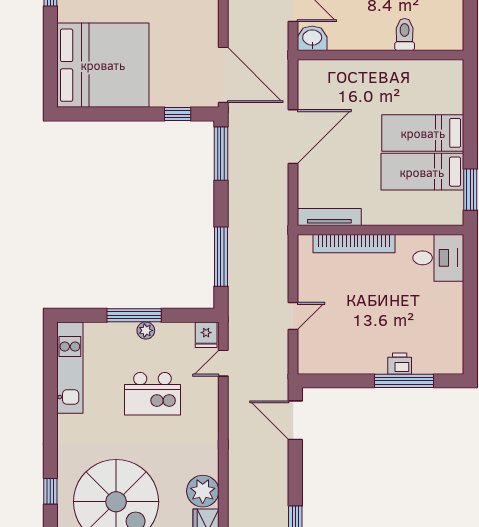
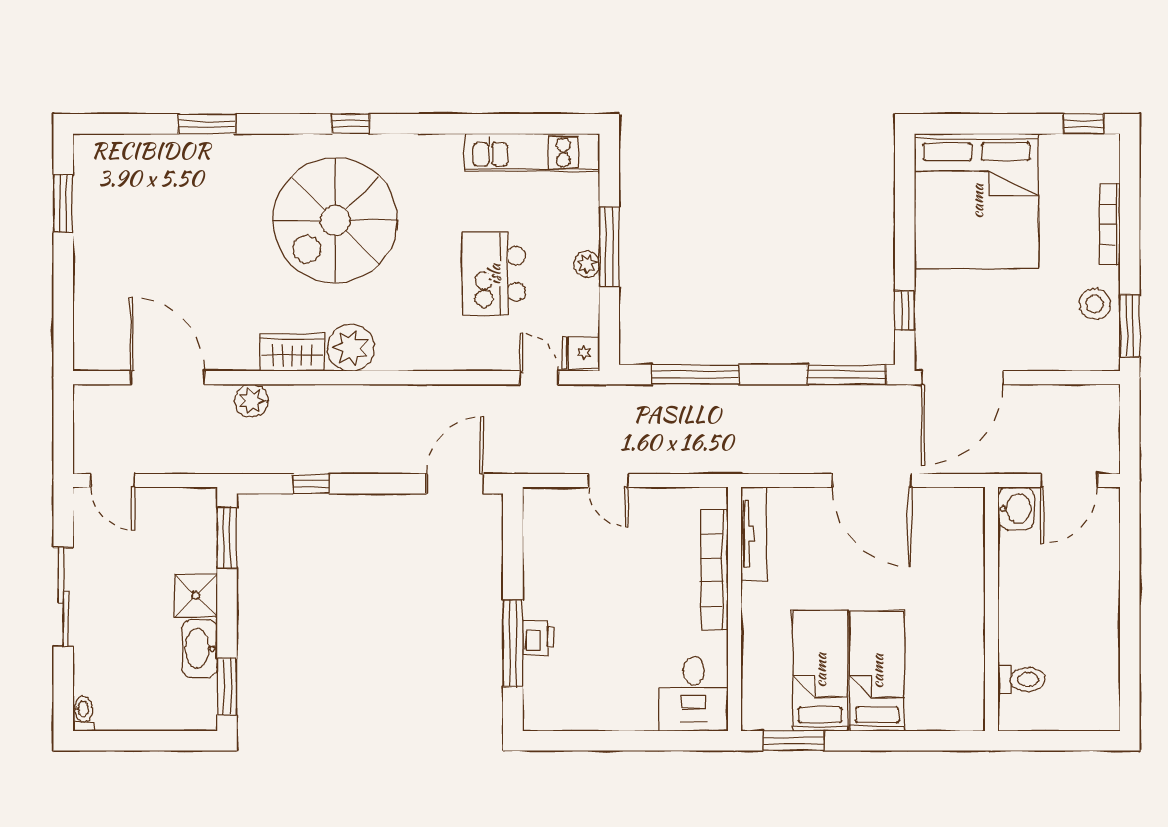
toilet: (405, 34) -> (1022, 679), moved

